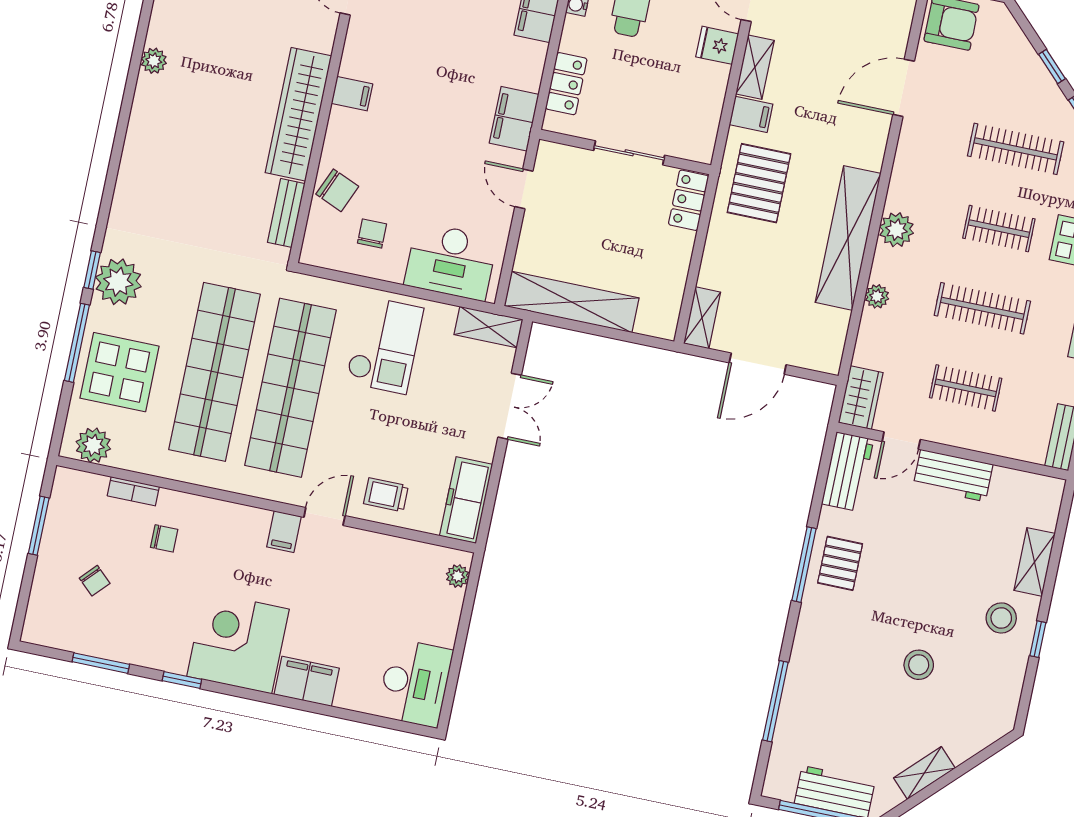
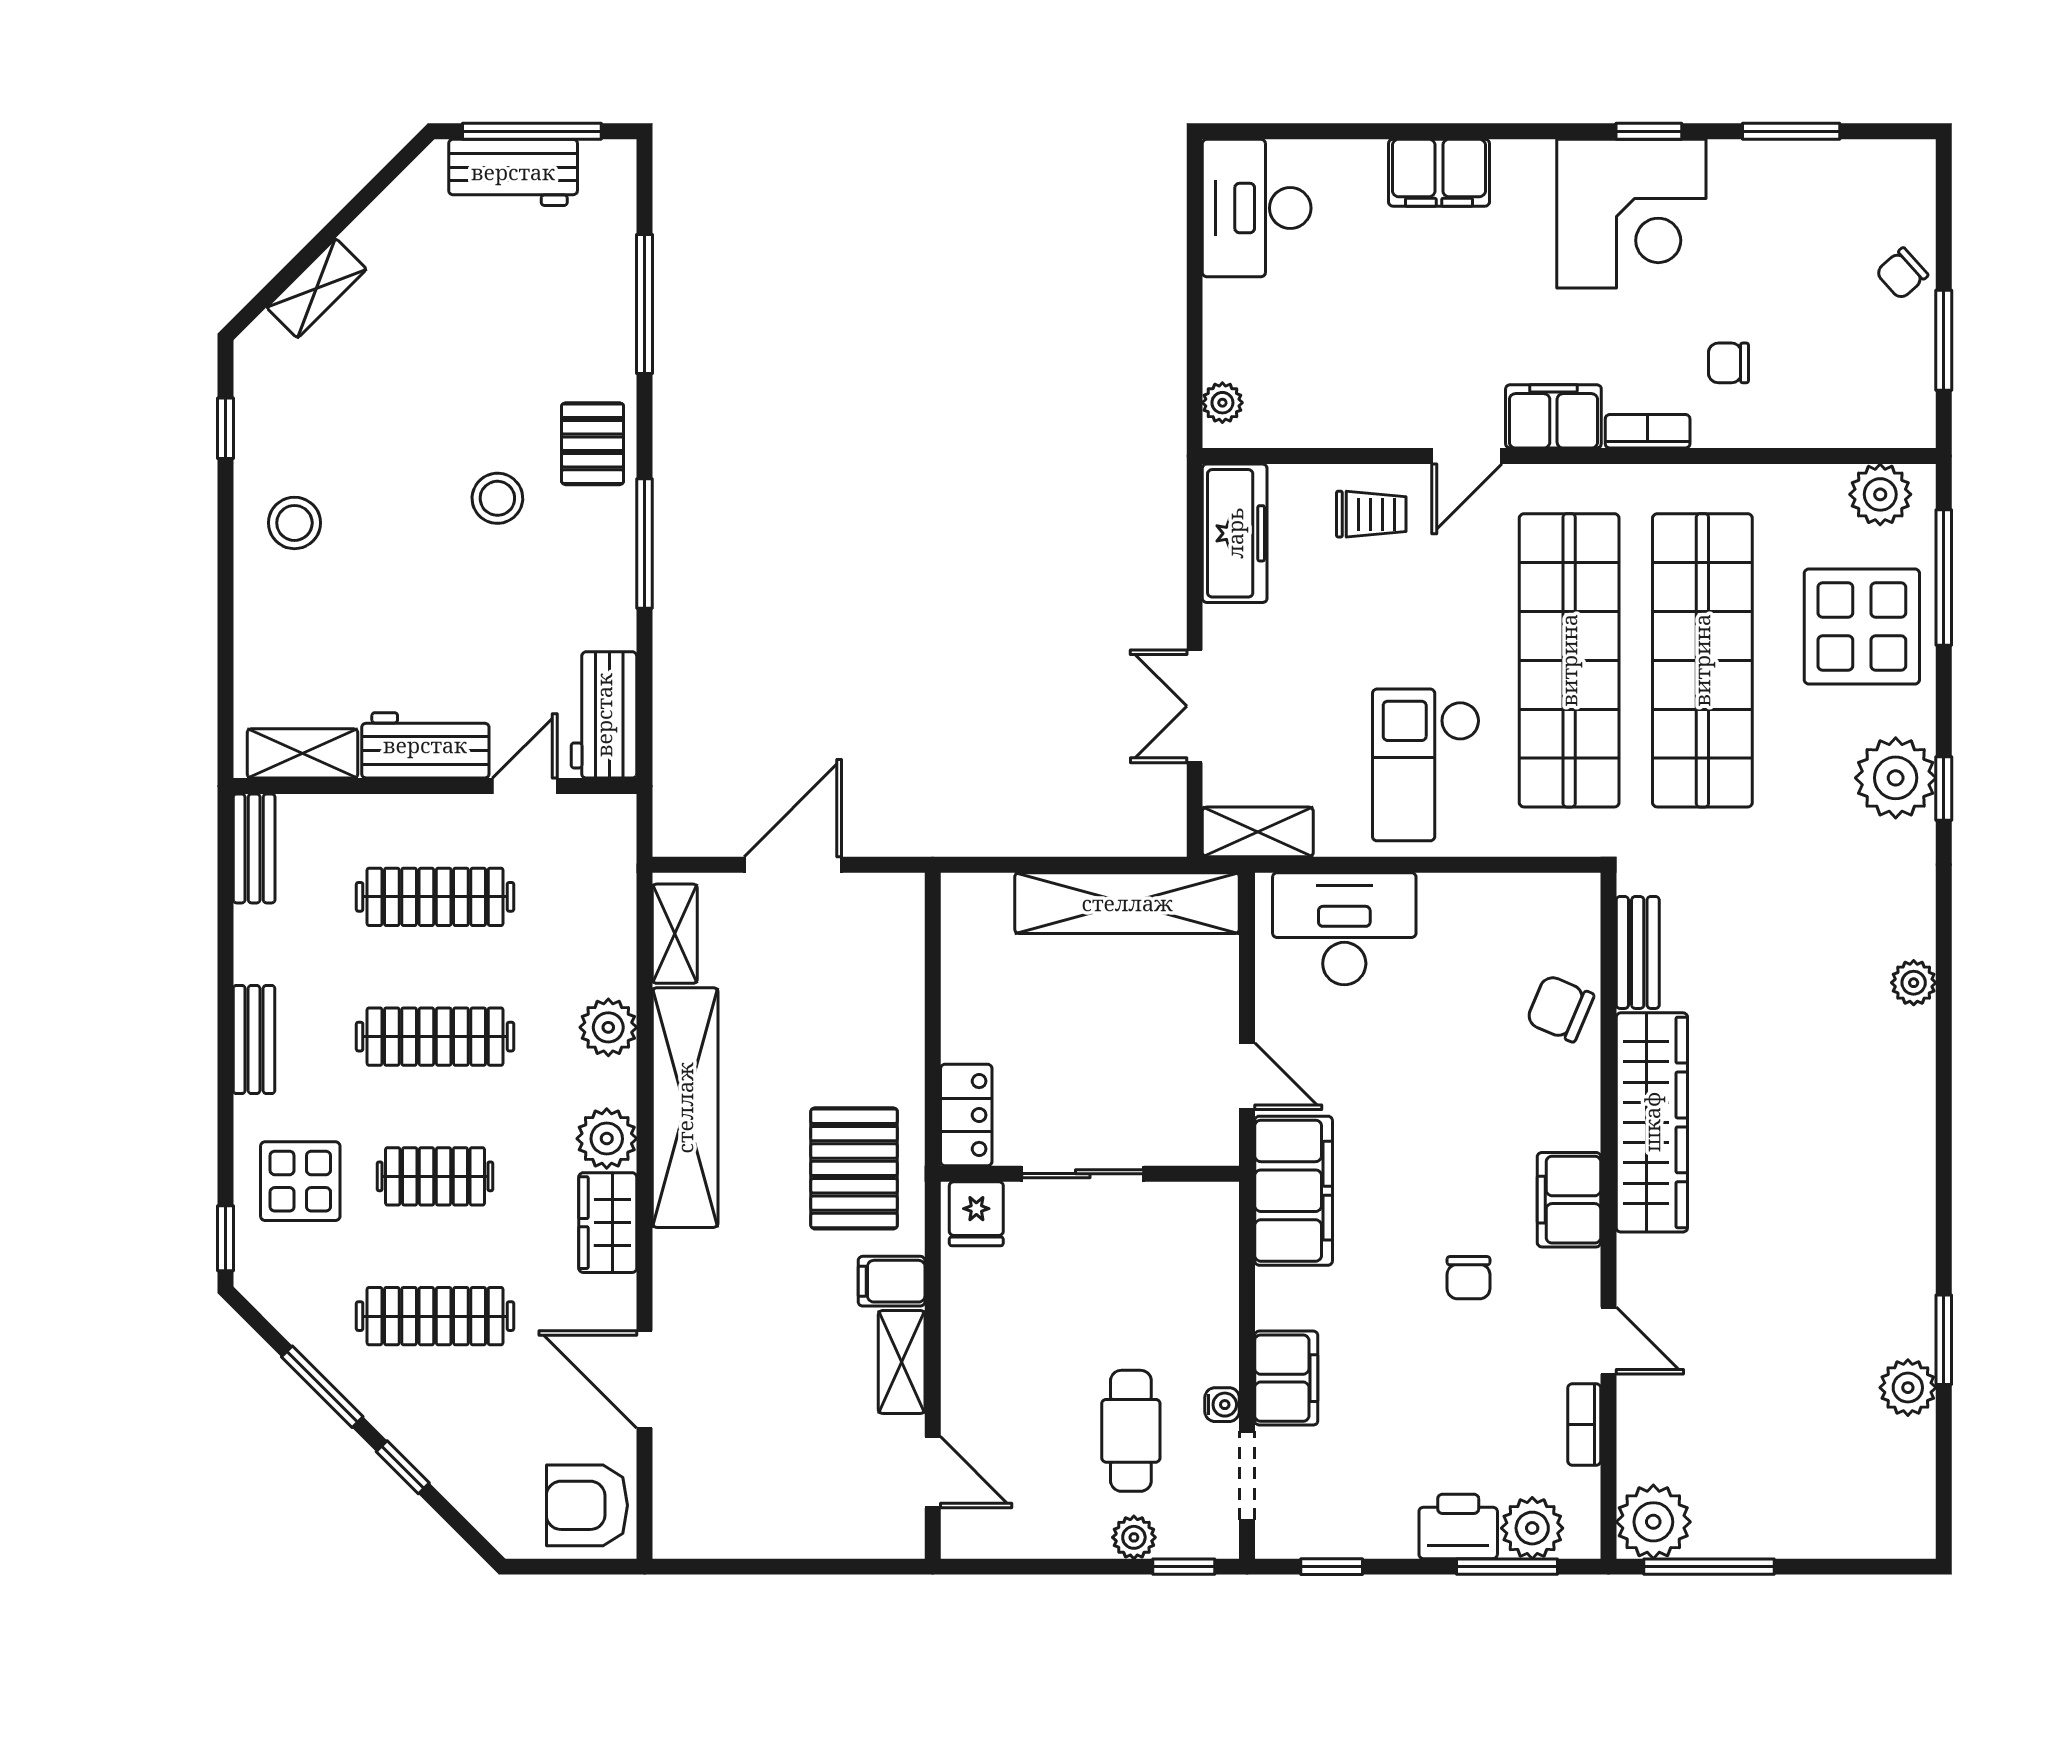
fridge: (717, 45) -> (976, 1214), moved, turned 90
plant: (154, 61) -> (1914, 983), moved
locker: (566, 84) -> (1213, 1268), removed
door: (904, 88) -> (645, 1379), swing flipped
filing cabinet: (352, 94) -> (1569, 1200), width x2.00
filing cabinet: (514, 119) -> (1294, 1191), width x1.50, depth x1.17
chair: (372, 234) -> (1468, 1278), moved
plant: (877, 296) -> (608, 1027), width x1.38, depth x1.38
shelving: (702, 318) -> (675, 934), moved
window: (77, 343) -> (1944, 578), moved
clothes rail: (966, 388) -> (435, 897), width x1.36
wardrobe: (861, 398) -> (608, 1223), moved
bookcase: (133, 491) -> (1648, 431), moved
filing cabinet: (284, 532) -> (1553, 416), width x2.00
shelving: (1035, 562) -> (302, 753), moved, turned 90
pallet: (840, 563) -> (593, 444), moved
chair: (95, 581) -> (1902, 274), moved, turned -85
window: (1038, 639) -> (225, 428), moved
corner desk: (238, 643) -> (1631, 214), moved
stool: (919, 665) -> (497, 498), moved
shelving: (924, 773) -> (317, 288), moved

